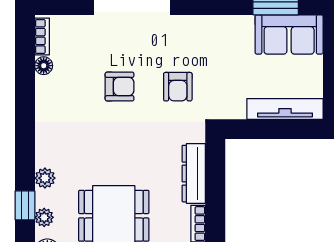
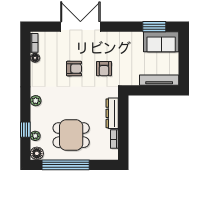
plant: (45, 178) -> (36, 101), moved

